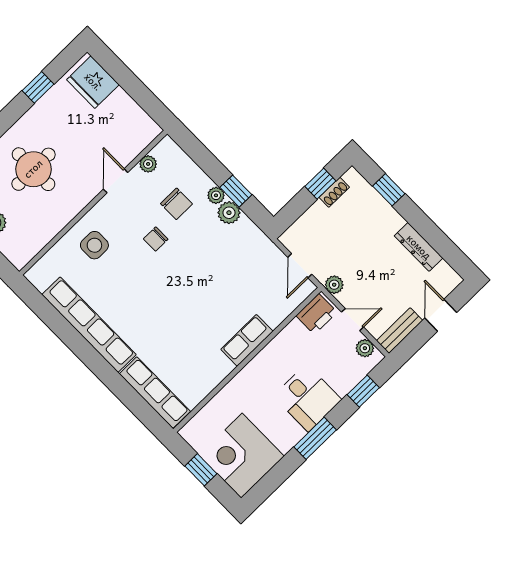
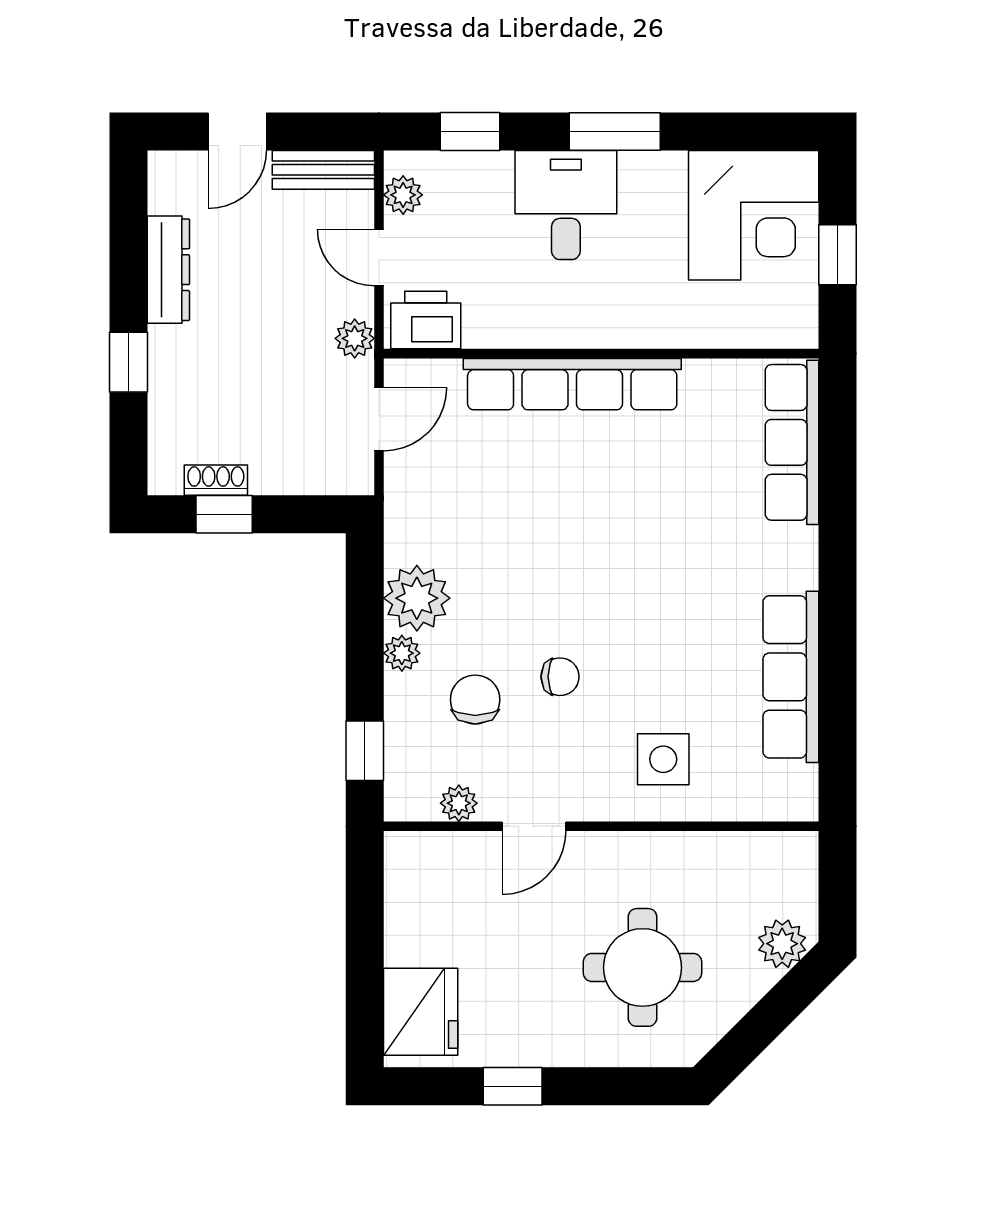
window: (389, 190) -> (128, 362), moved
window: (236, 191) -> (365, 751), moved
plant: (229, 213) -> (417, 598), width x1.36, depth x1.36
row of seats: (89, 325) -> (791, 677), width x0.73
row of seats: (247, 340) -> (572, 384), width x2.02

